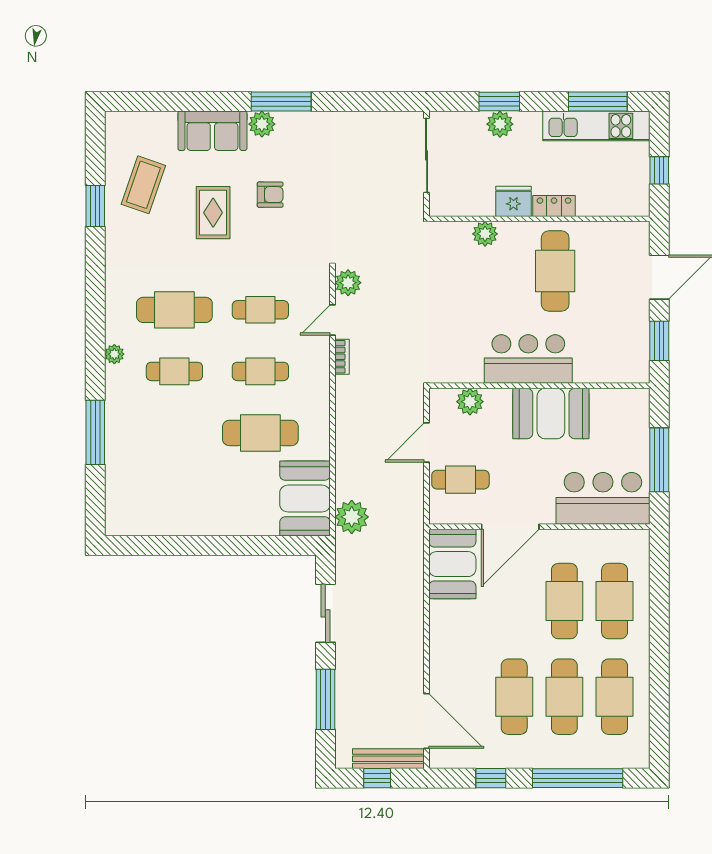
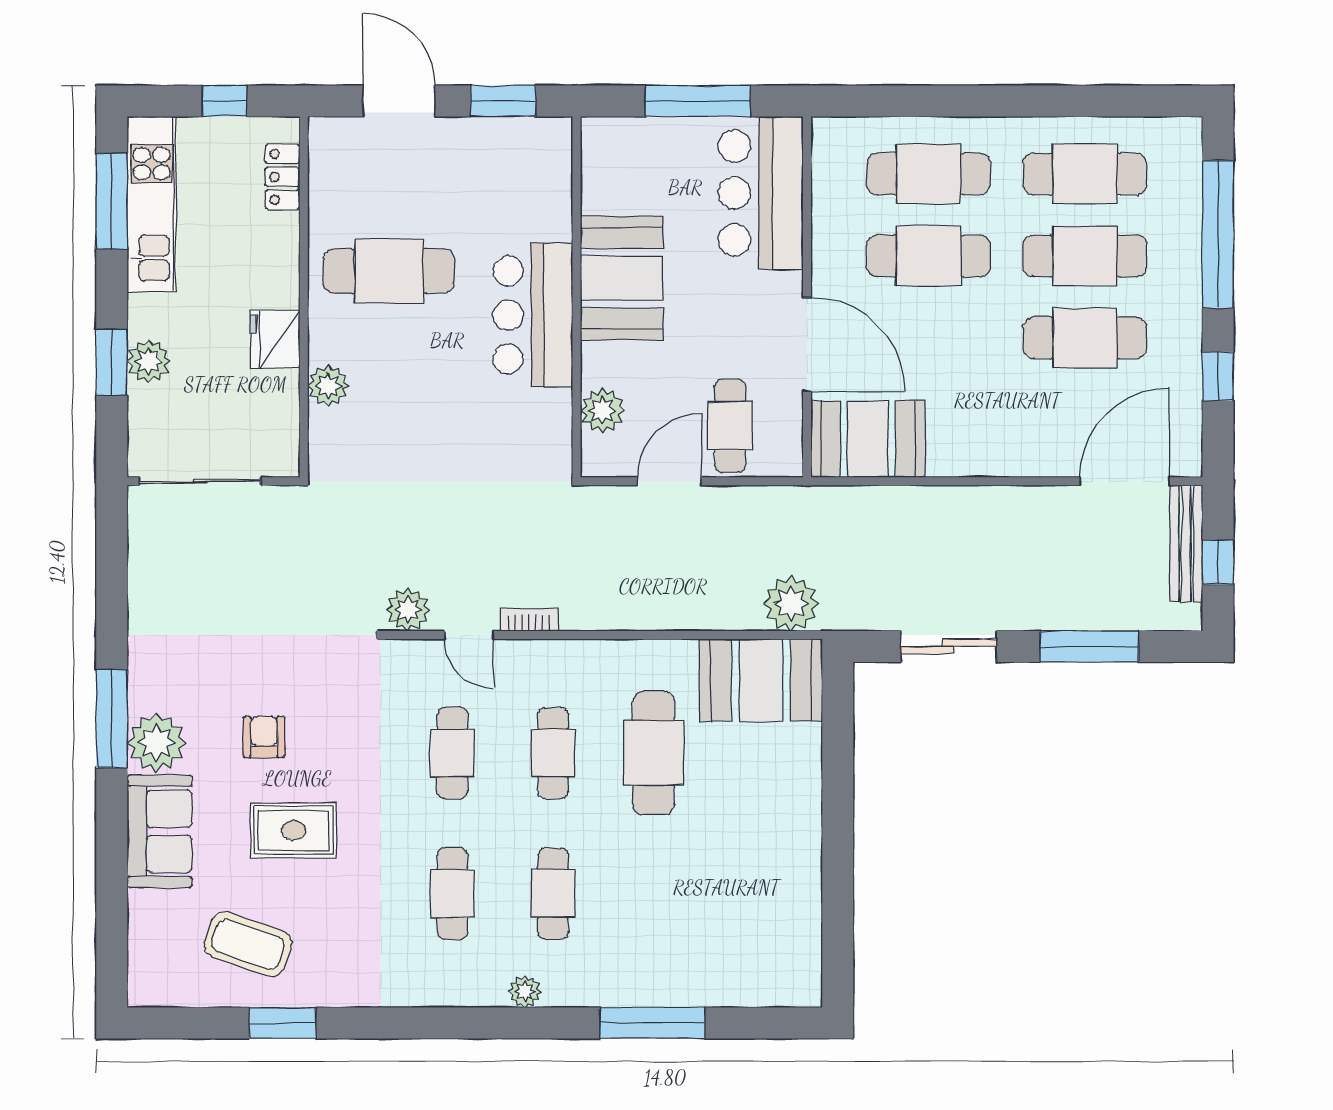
plant: (262, 124) -> (156, 743), width x1.36, depth x1.36
locker: (554, 206) -> (283, 177), moved
cafe table: (174, 310) -> (452, 893), width x0.73, depth x0.74
door: (427, 443) -> (669, 481), swing flipped

